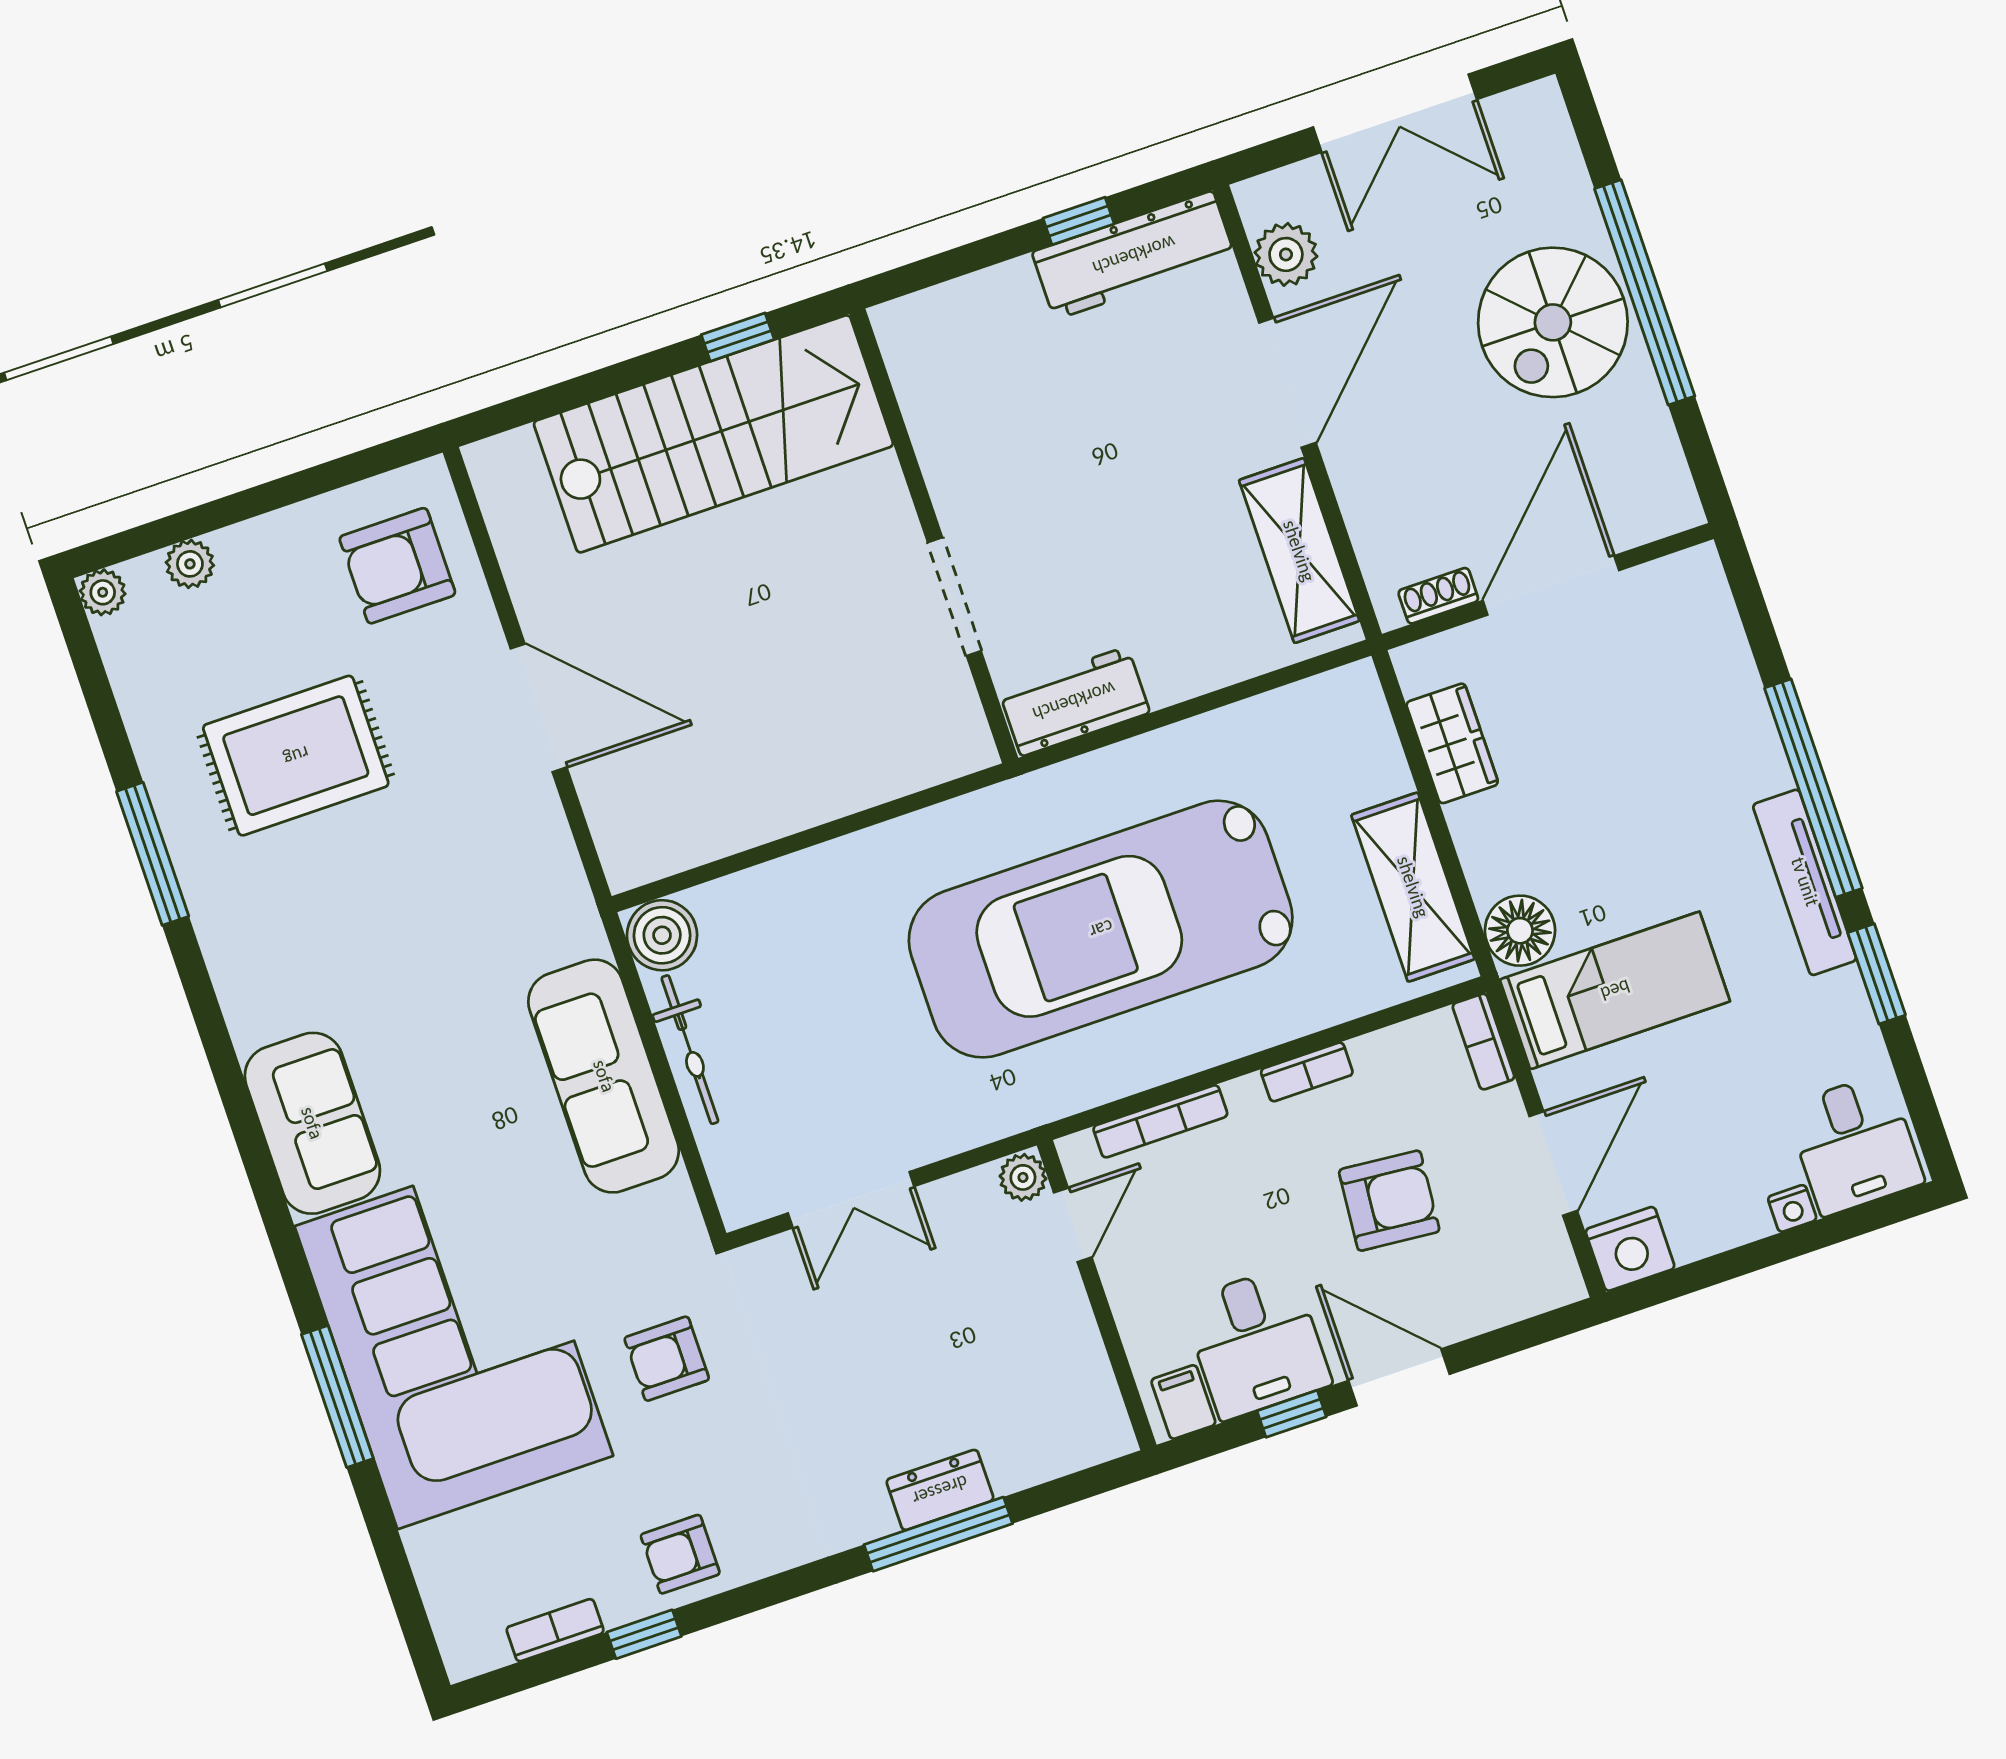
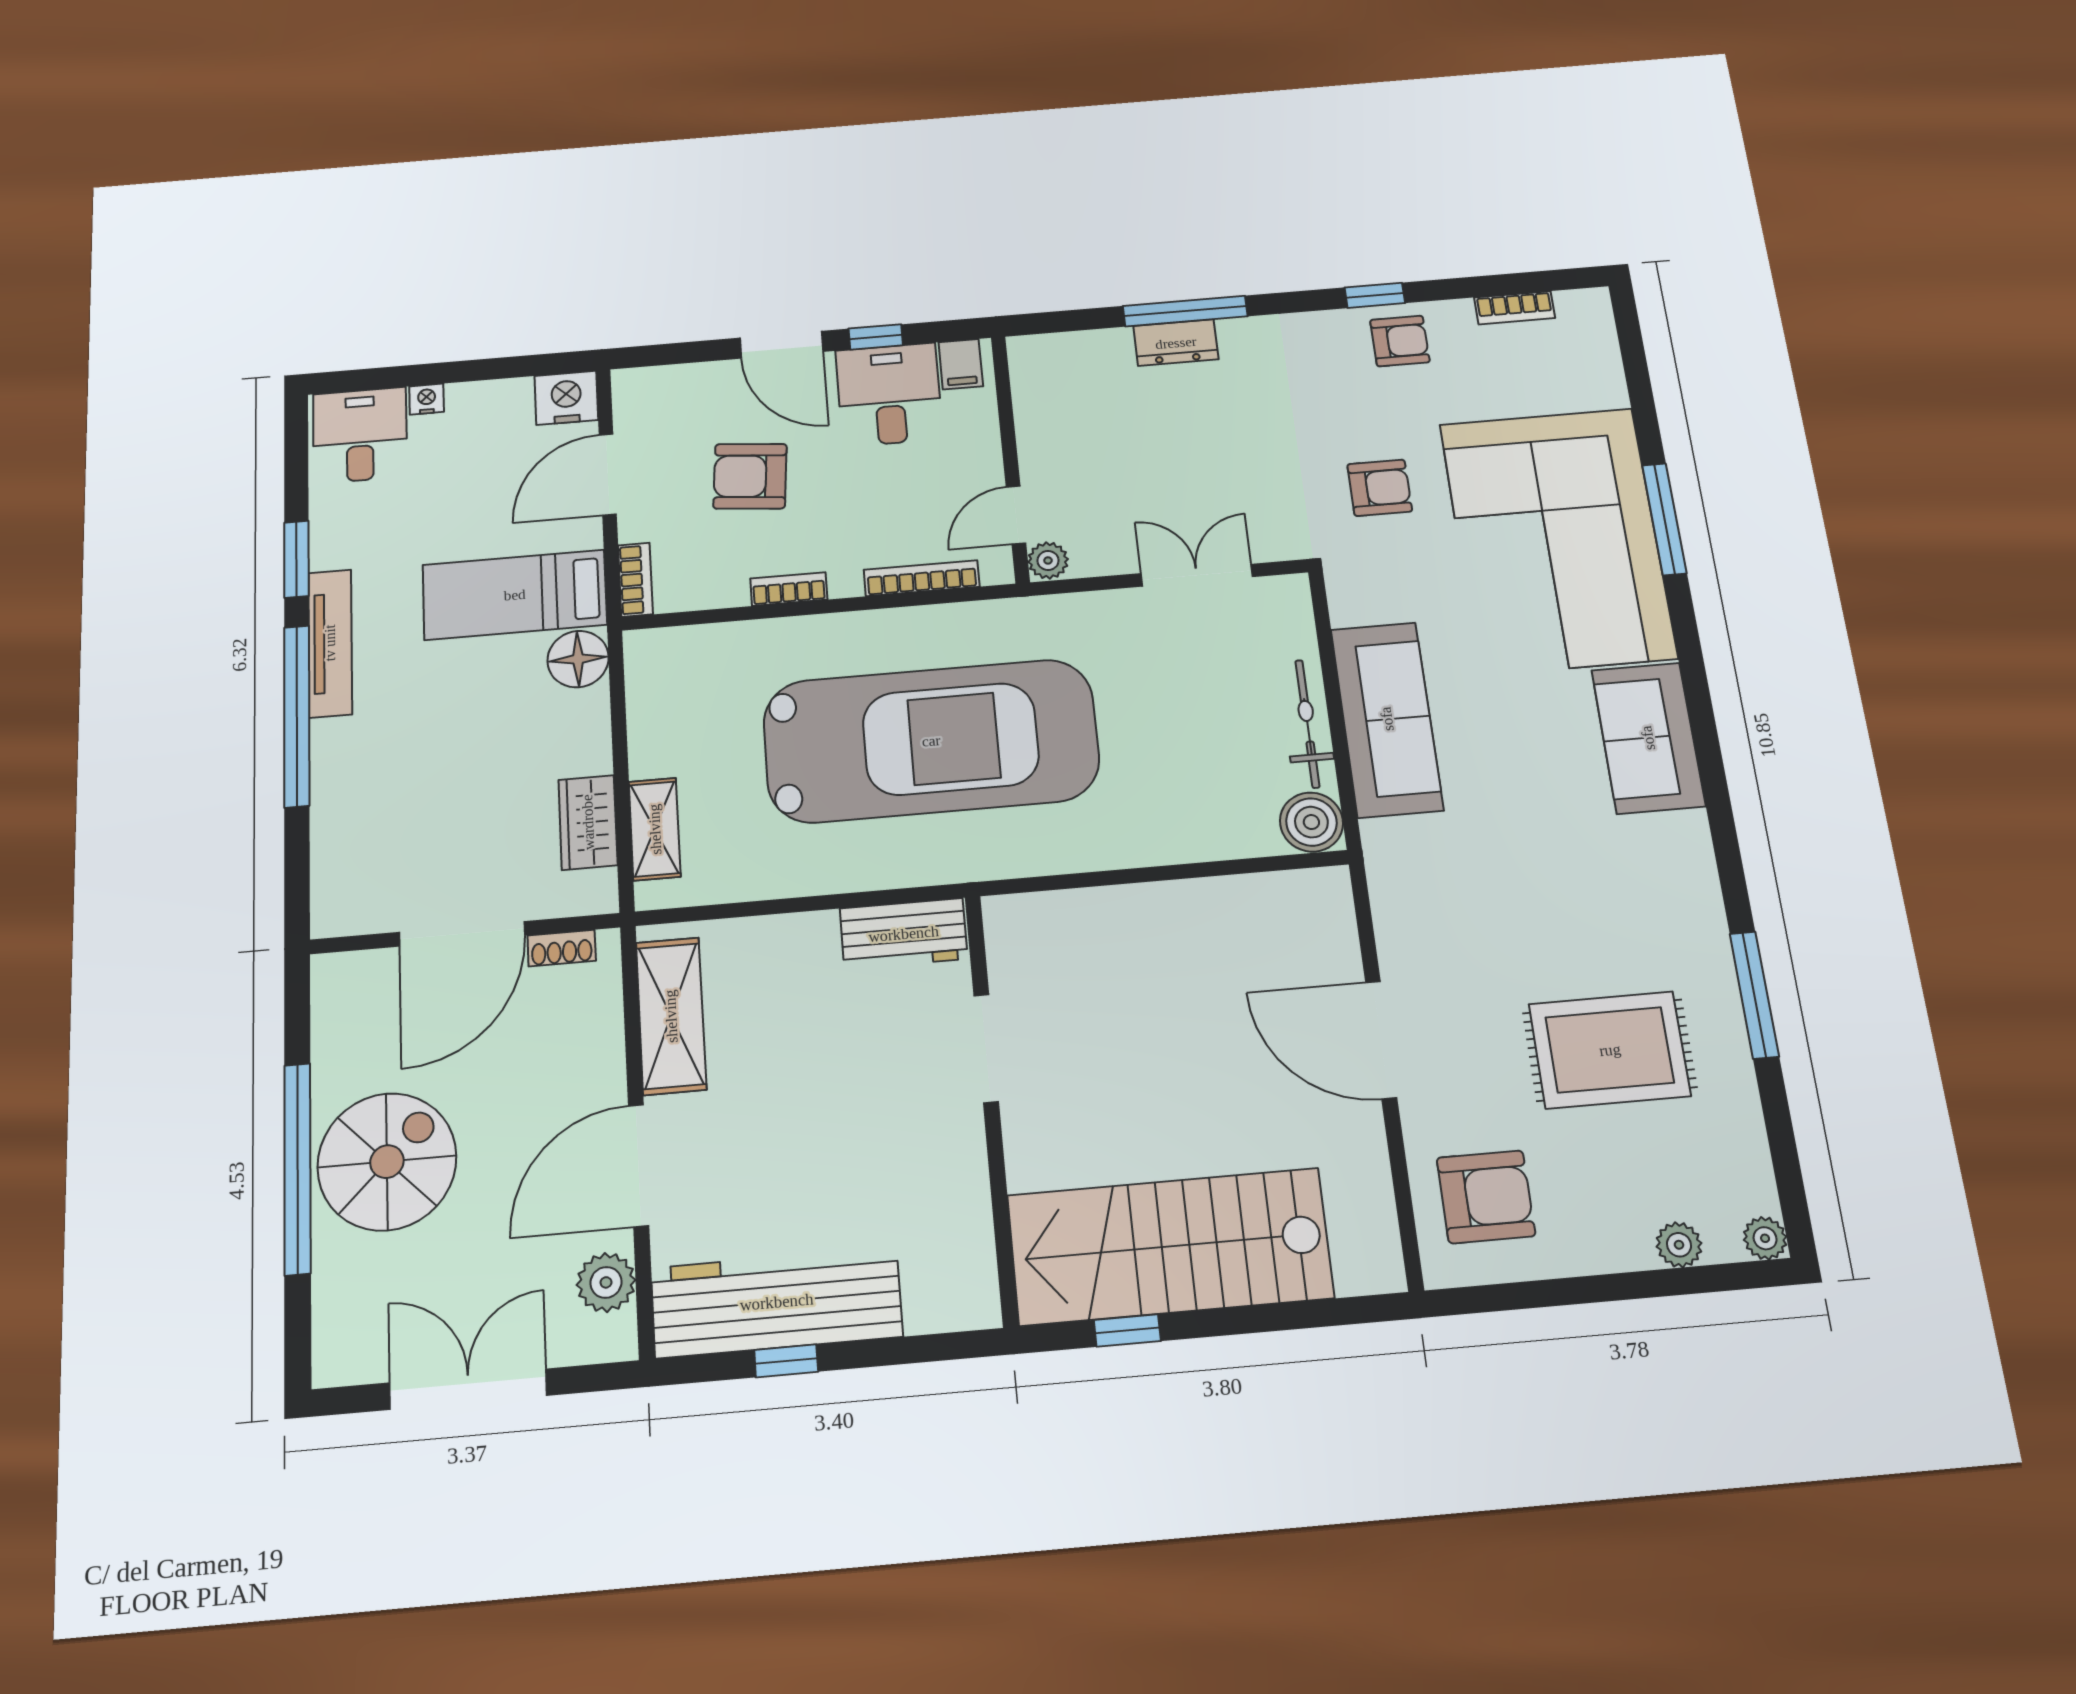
workbench: (1134, 255) -> (777, 1302), width x1.36, depth x1.32
shelving: (1413, 887) -> (655, 829), moved, width x0.67, depth x0.75
window: (644, 1634) -> (1375, 295), moved

